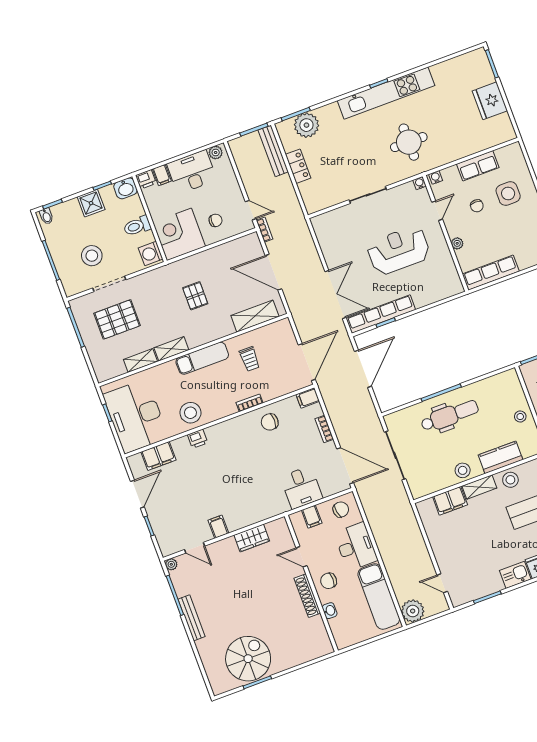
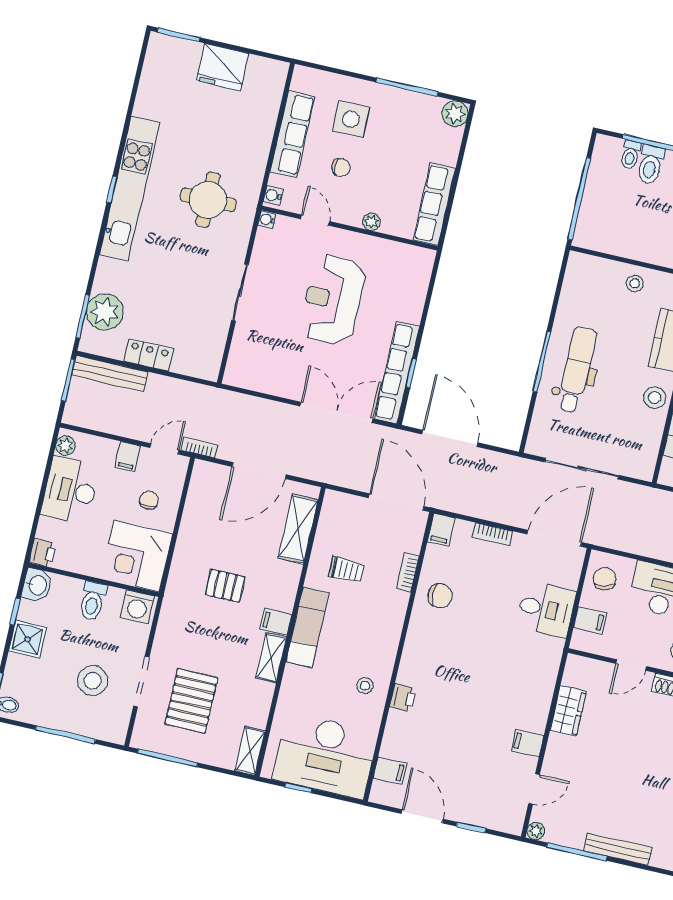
row of seats: (478, 166) -> (293, 134), width x1.48
filing cabinet: (162, 175) -> (128, 457), moved, turned 90
filing cabinet: (194, 338) -> (276, 622), added
shelving: (140, 360) -> (250, 751), moved
bookcase: (250, 403) -> (408, 572), moved
stool: (190, 413) -> (365, 686), width x0.53, depth x0.53
chair: (270, 422) -> (440, 596), turned -90
filing cabinet: (158, 456) -> (390, 771), width x0.50

